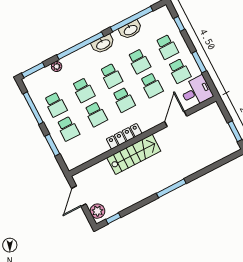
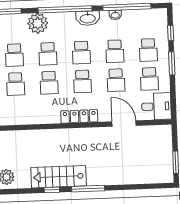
washbasin: (130, 30) -> (115, 15), width x0.52, depth x0.69
window: (199, 62) -> (172, 63), moved
plant: (57, 66) -> (38, 23), width x1.88, depth x1.88
door: (176, 119) -> (124, 124), hinge flipped
locker: (124, 136) -> (79, 116), moved
stairs: (134, 154) -> (59, 177), moved, turned 180
window: (113, 218) -> (52, 190), moved

